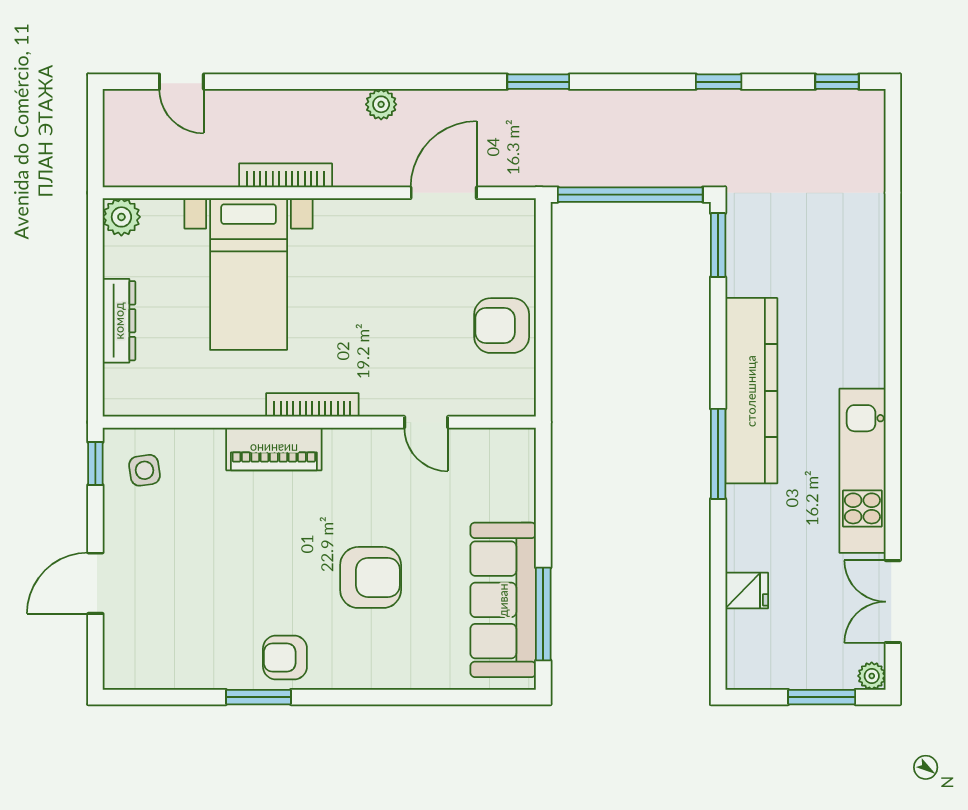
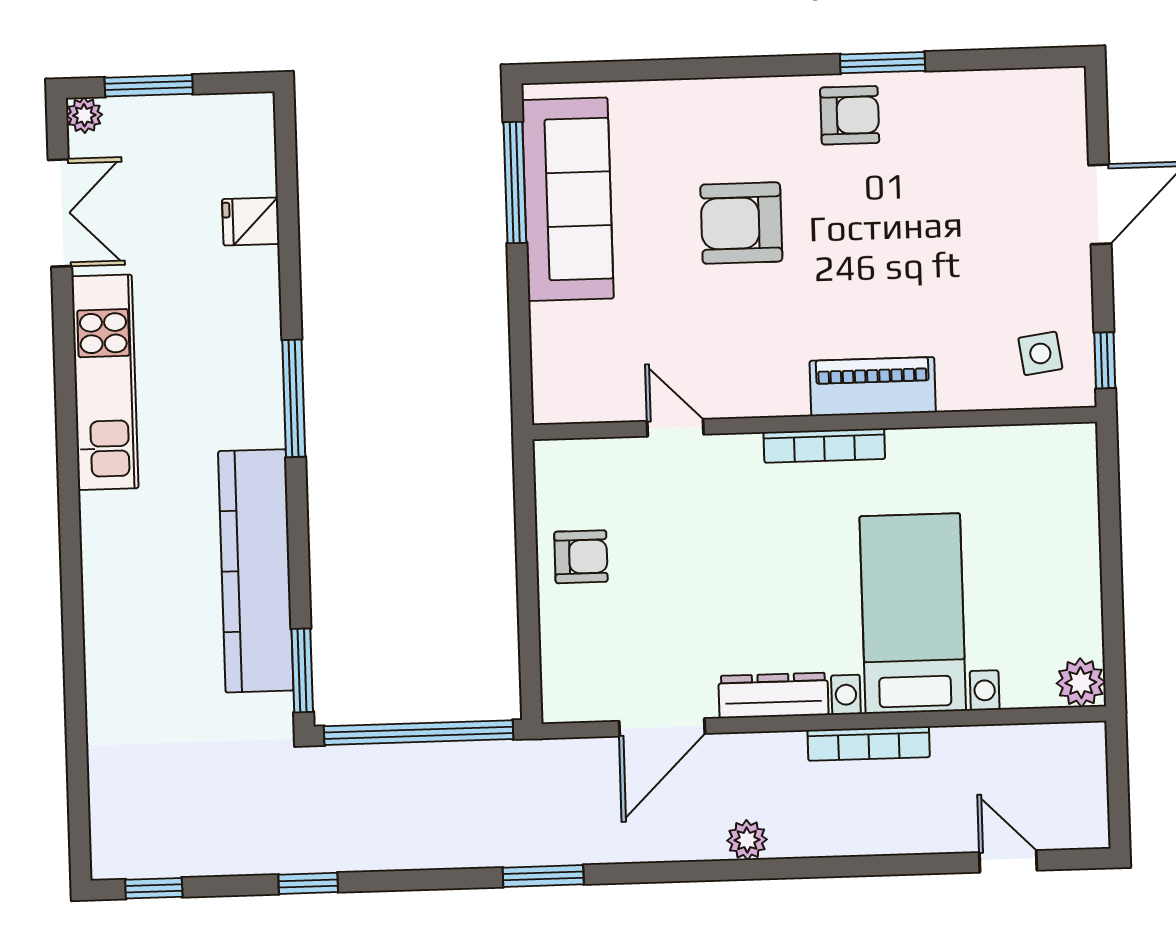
dresser: (119, 321) -> (773, 695), moved, turned 90
armchair: (502, 326) -> (581, 557), width x0.72, depth x0.72
kitchen counter: (751, 391) -> (256, 571), moved

